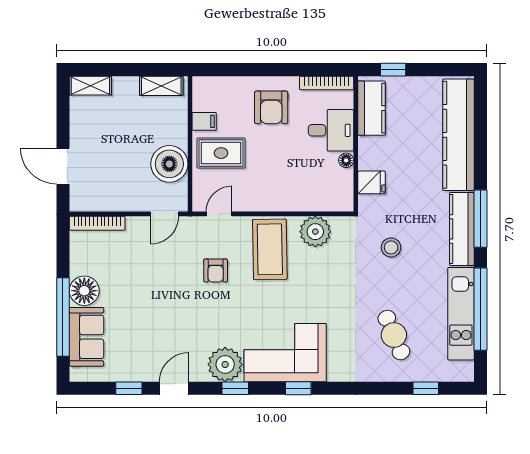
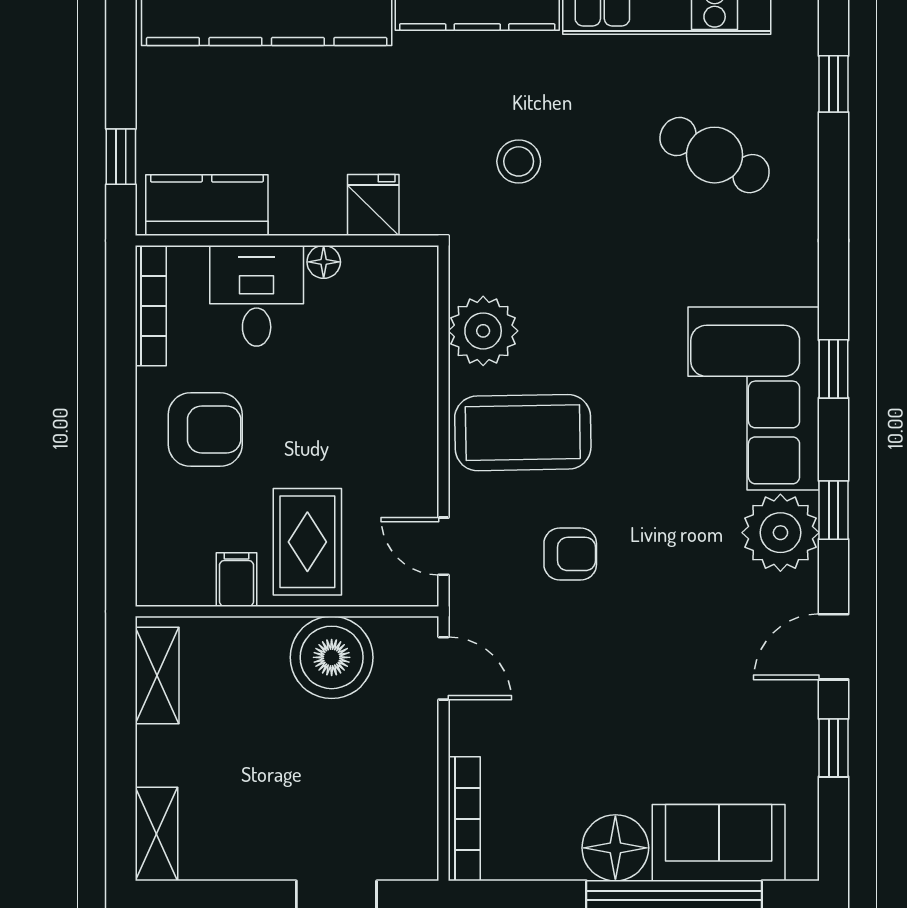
cafe table: (394, 335) -> (715, 155), turned 50
door: (174, 388) -> (834, 647), hinge flipped

